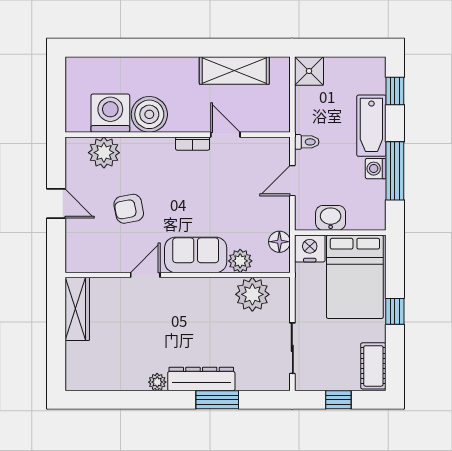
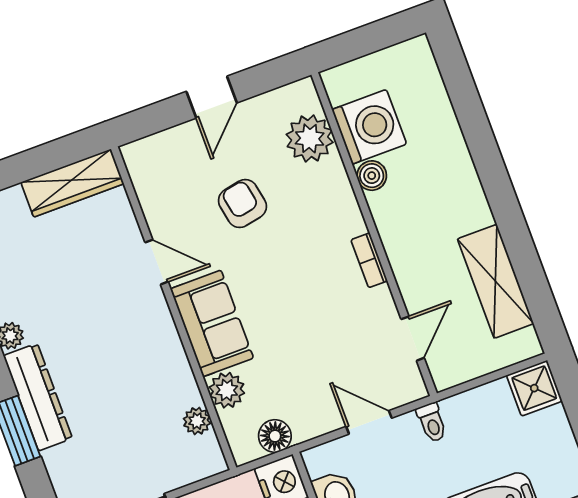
boiler: (149, 114) -> (372, 176), width x0.54, depth x0.54
door: (225, 135) -> (413, 339), moved
plant: (252, 294) -> (197, 421), width x0.53, depth x0.53

